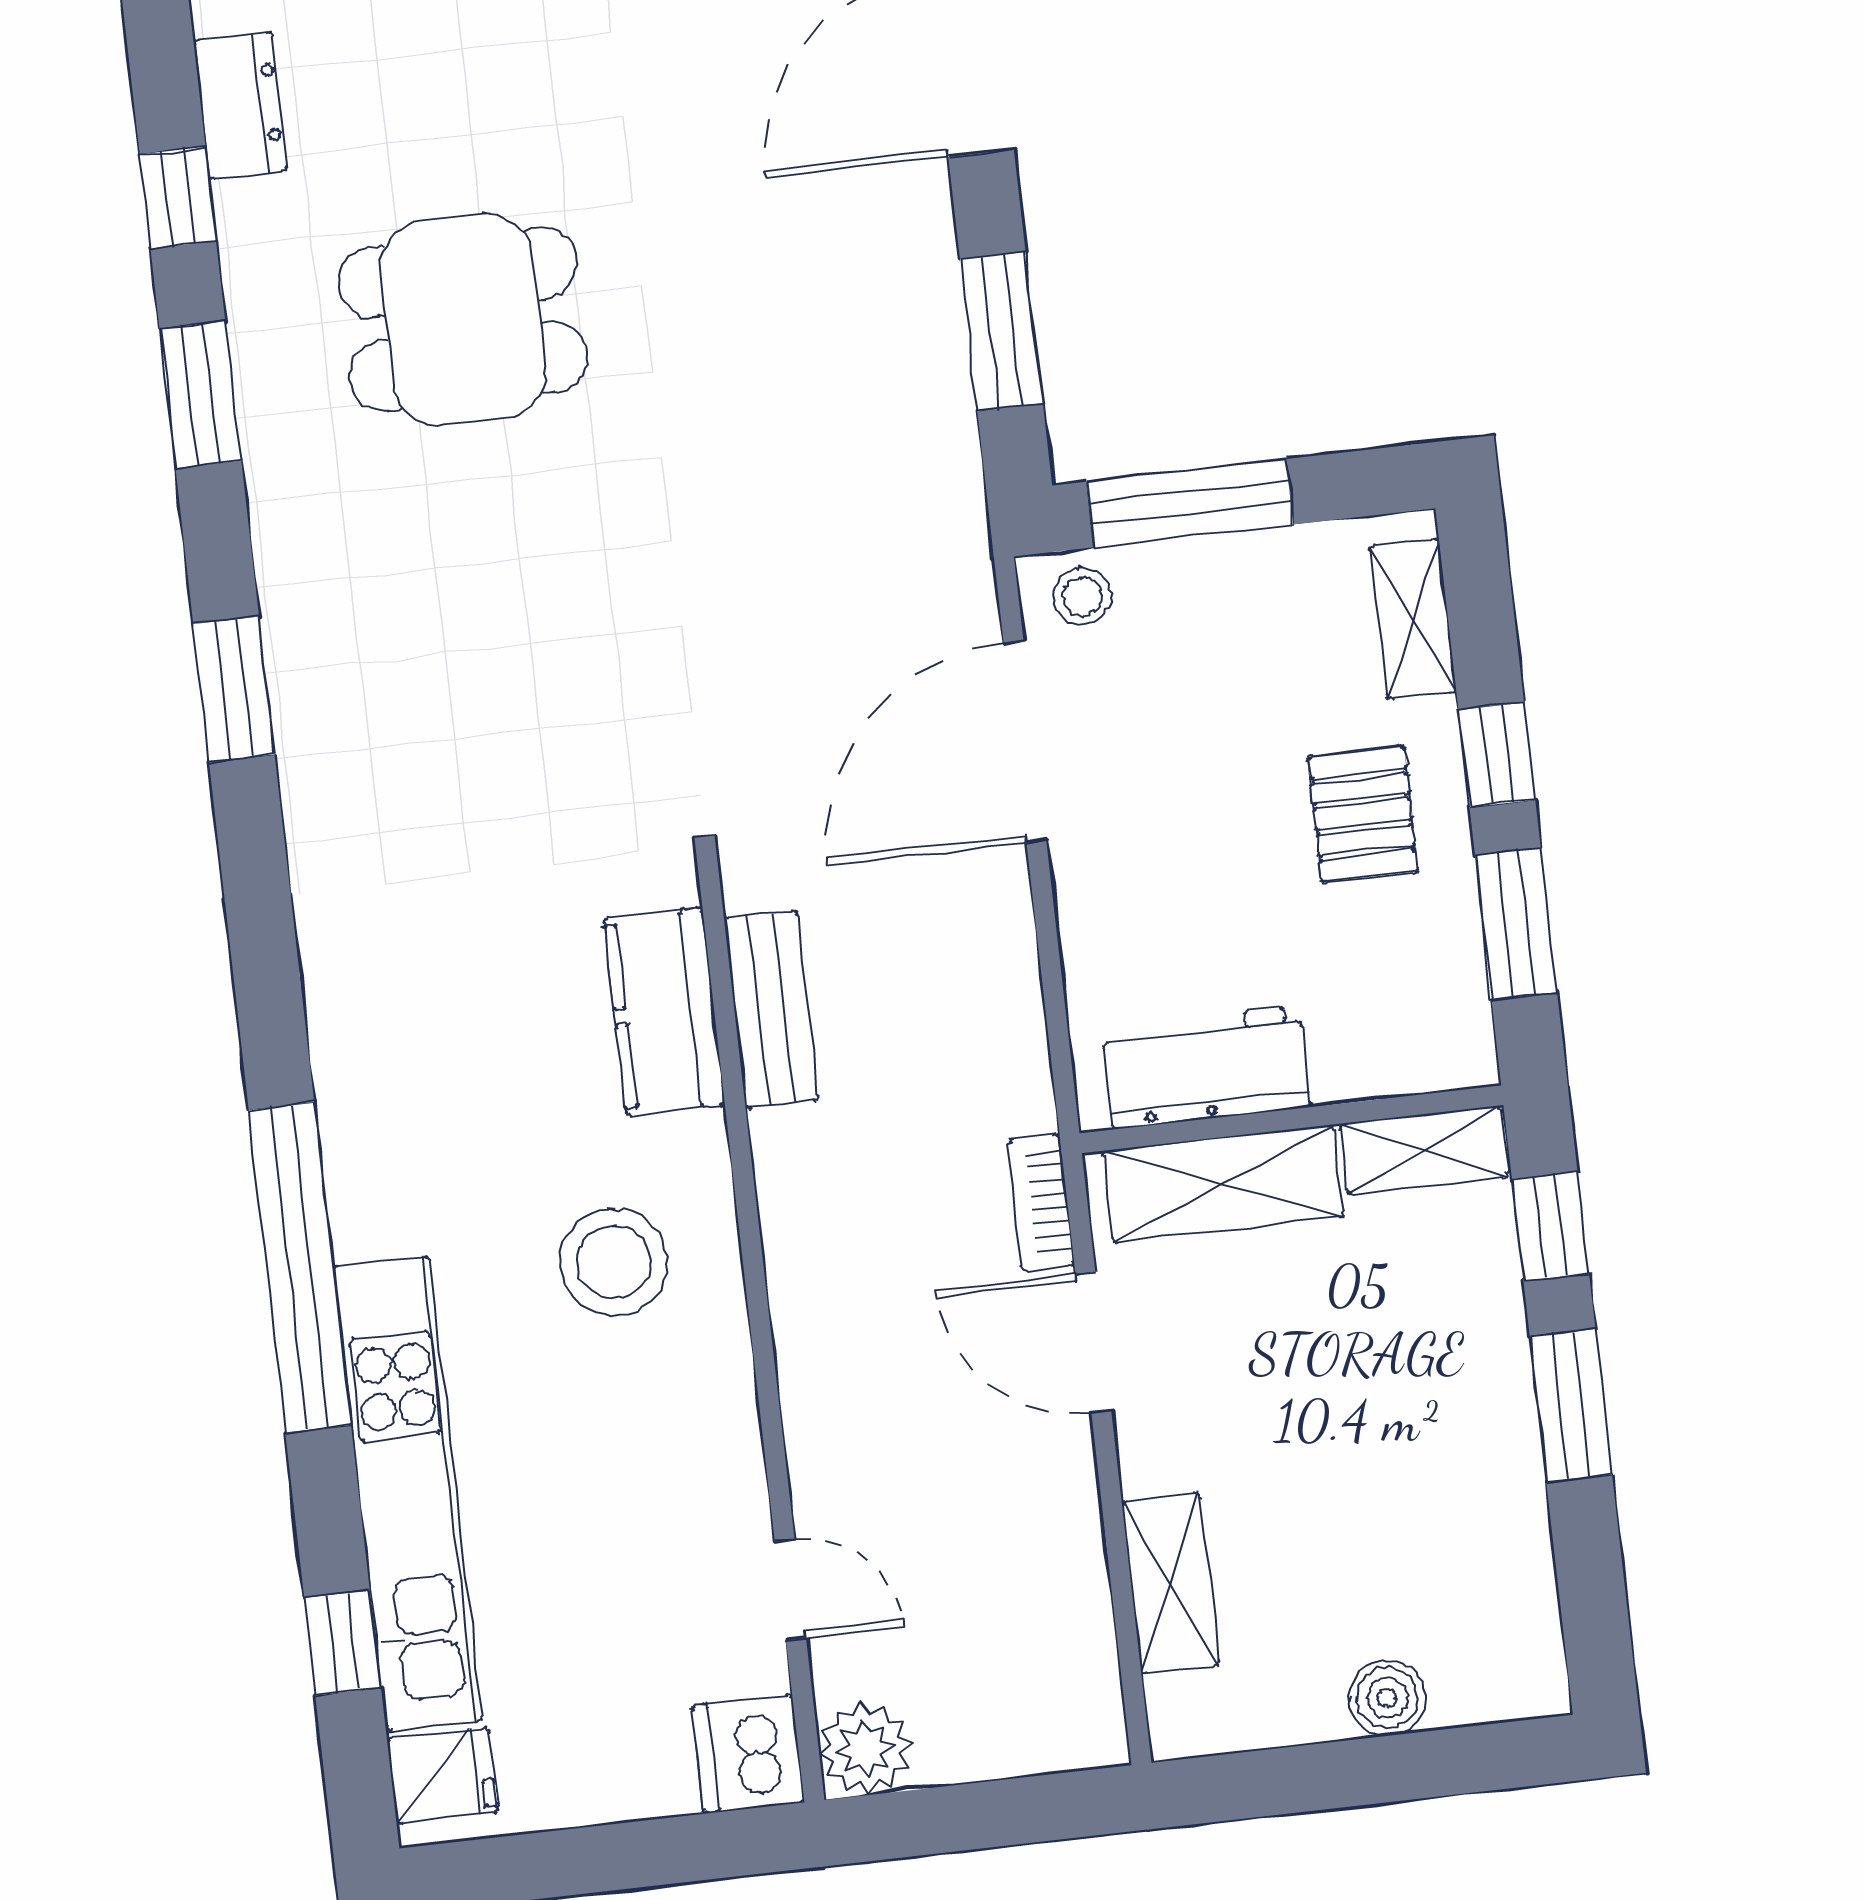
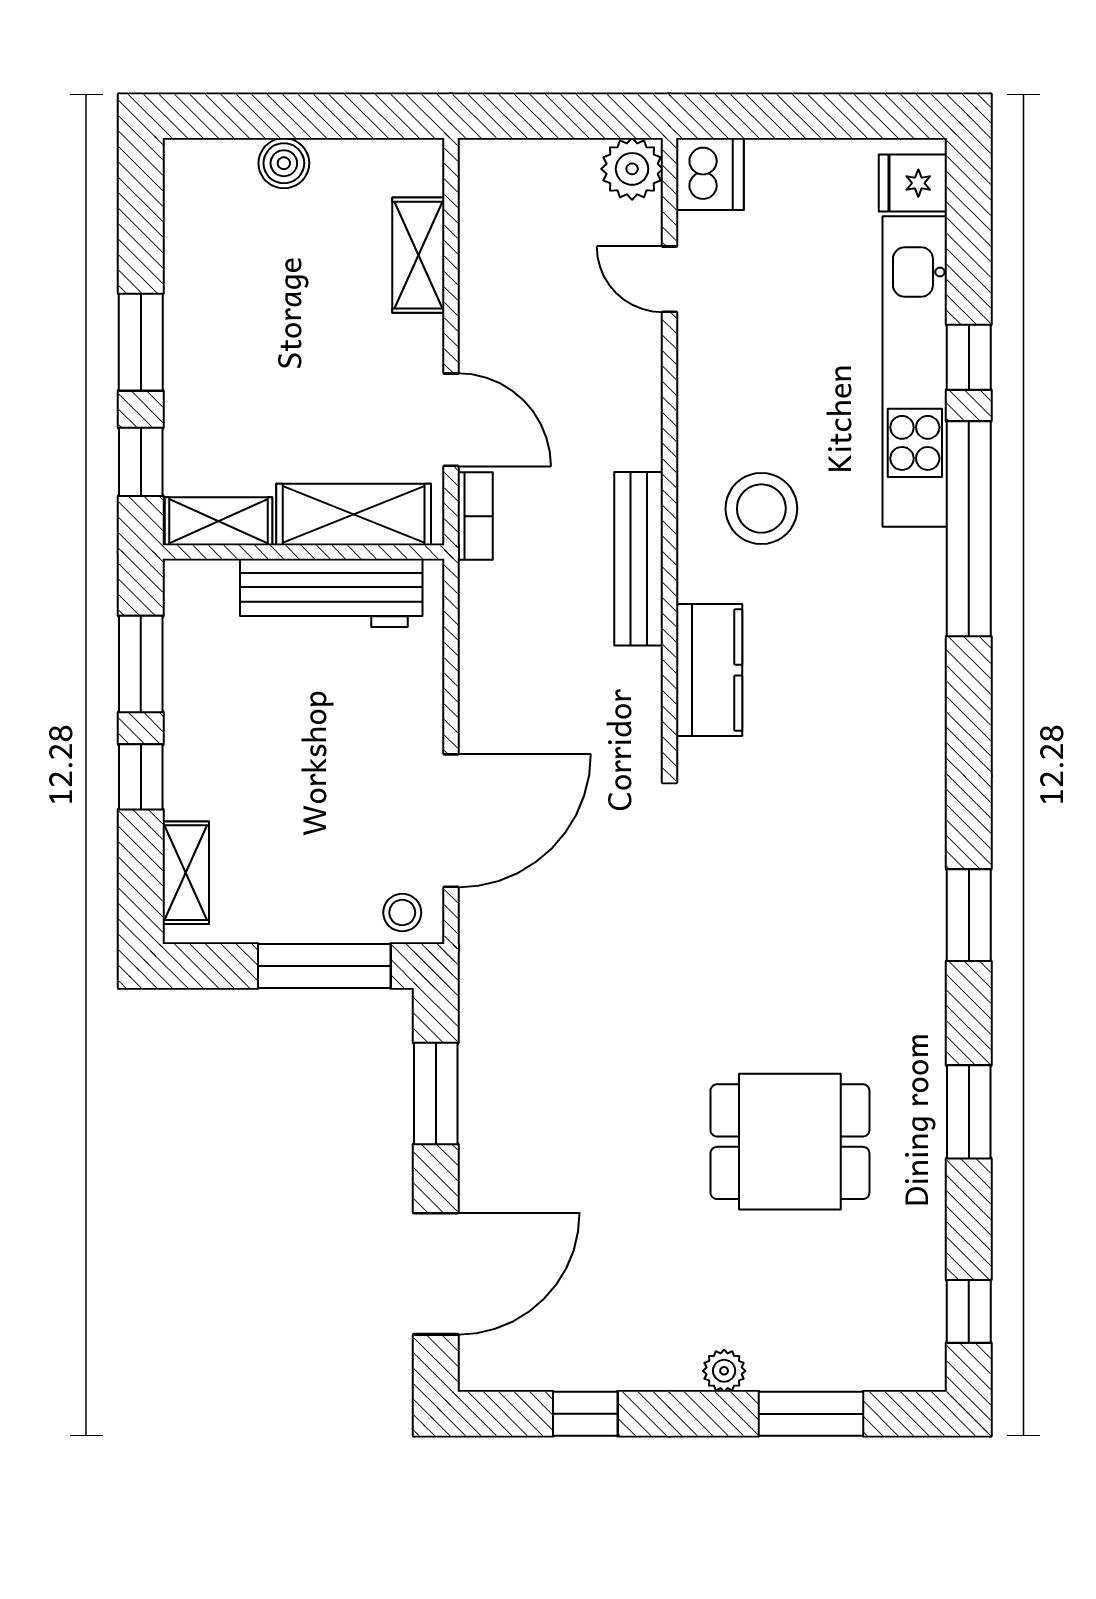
dresser: (240, 105) -> (921, 1300), removed
window: (178, 198) -> (969, 1311), moved
pallet: (1363, 814) -> (234, 748), removed
bench: (771, 1009) -> (639, 559), moved, width x1.36
workbench: (1206, 1067) -> (331, 593), width x1.38
window: (343, 1643) -> (969, 357), moved

